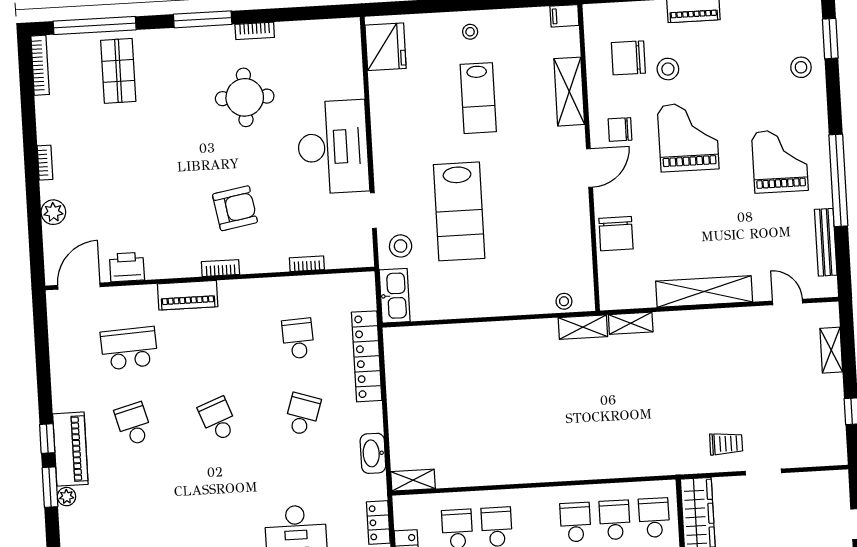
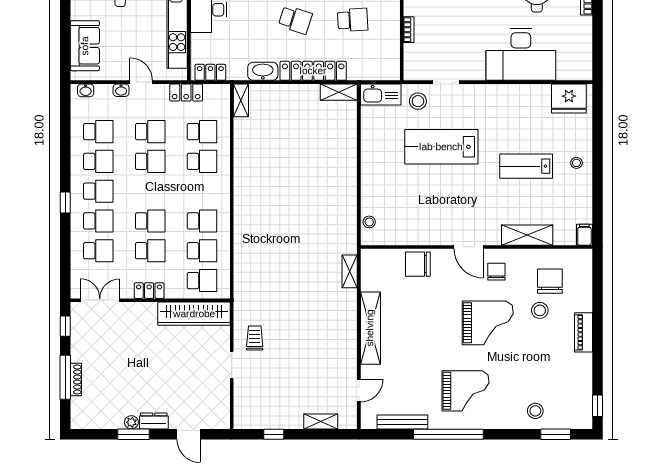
desk: (333, 147) -> (521, 54), moved
shelving: (583, 327) -> (339, 92), moved, turned 90
locker: (367, 356) -> (313, 71), moved
trolley: (726, 444) -> (255, 338), turned 180

